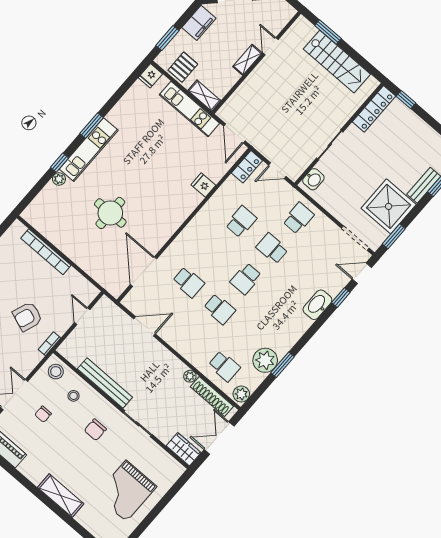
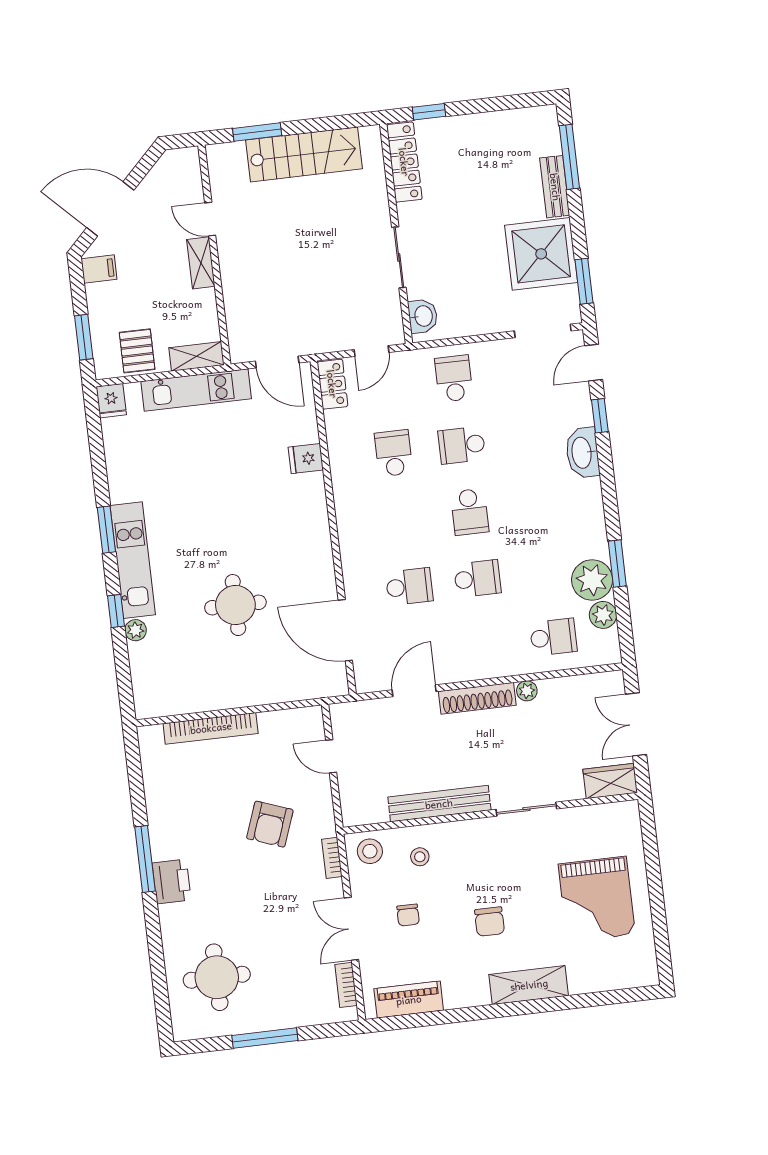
filing cabinet: (199, 23) -> (99, 269), width x0.50
bookcase: (50, 344) -> (332, 858), moved
plant: (241, 394) -> (603, 615), moved
shoe rack: (212, 397) -> (477, 698), moved
chair: (95, 430) -> (490, 922), moved

